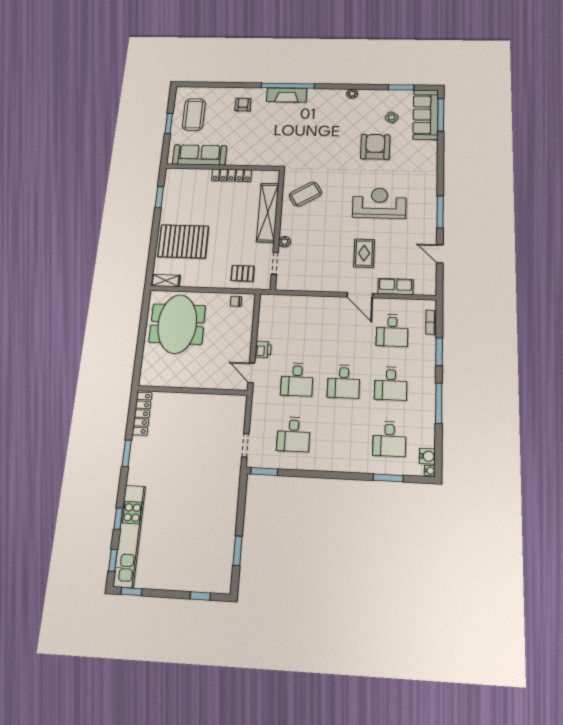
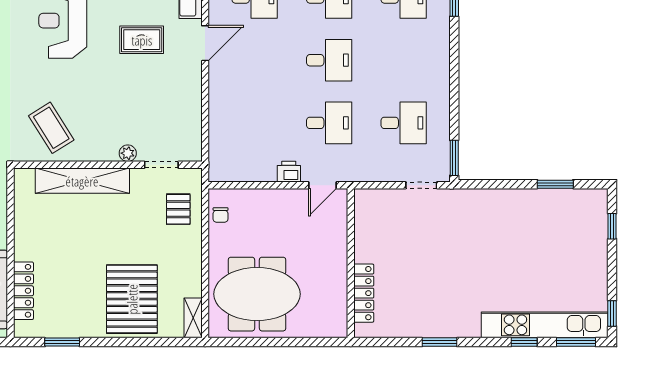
locker: (231, 175) -> (23, 291), moved
locker: (142, 414) -> (364, 293), moved, turned 90
window: (113, 560) -> (576, 342), width x1.50

